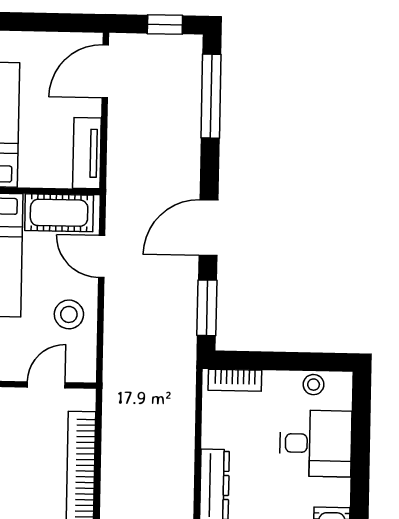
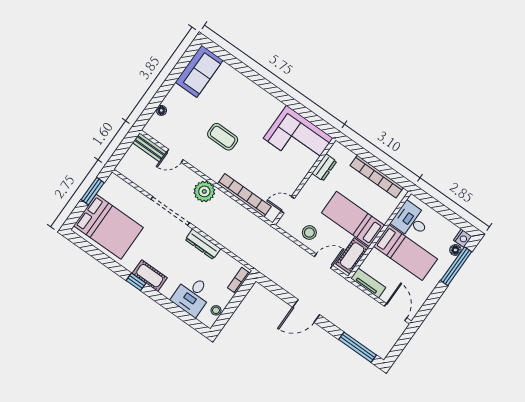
window: (165, 25) -> (398, 348), removed
door: (208, 228) -> (306, 311), swing flipped
window: (207, 308) -> (275, 289), removed
door: (46, 385) -> (288, 205), swing flipped

